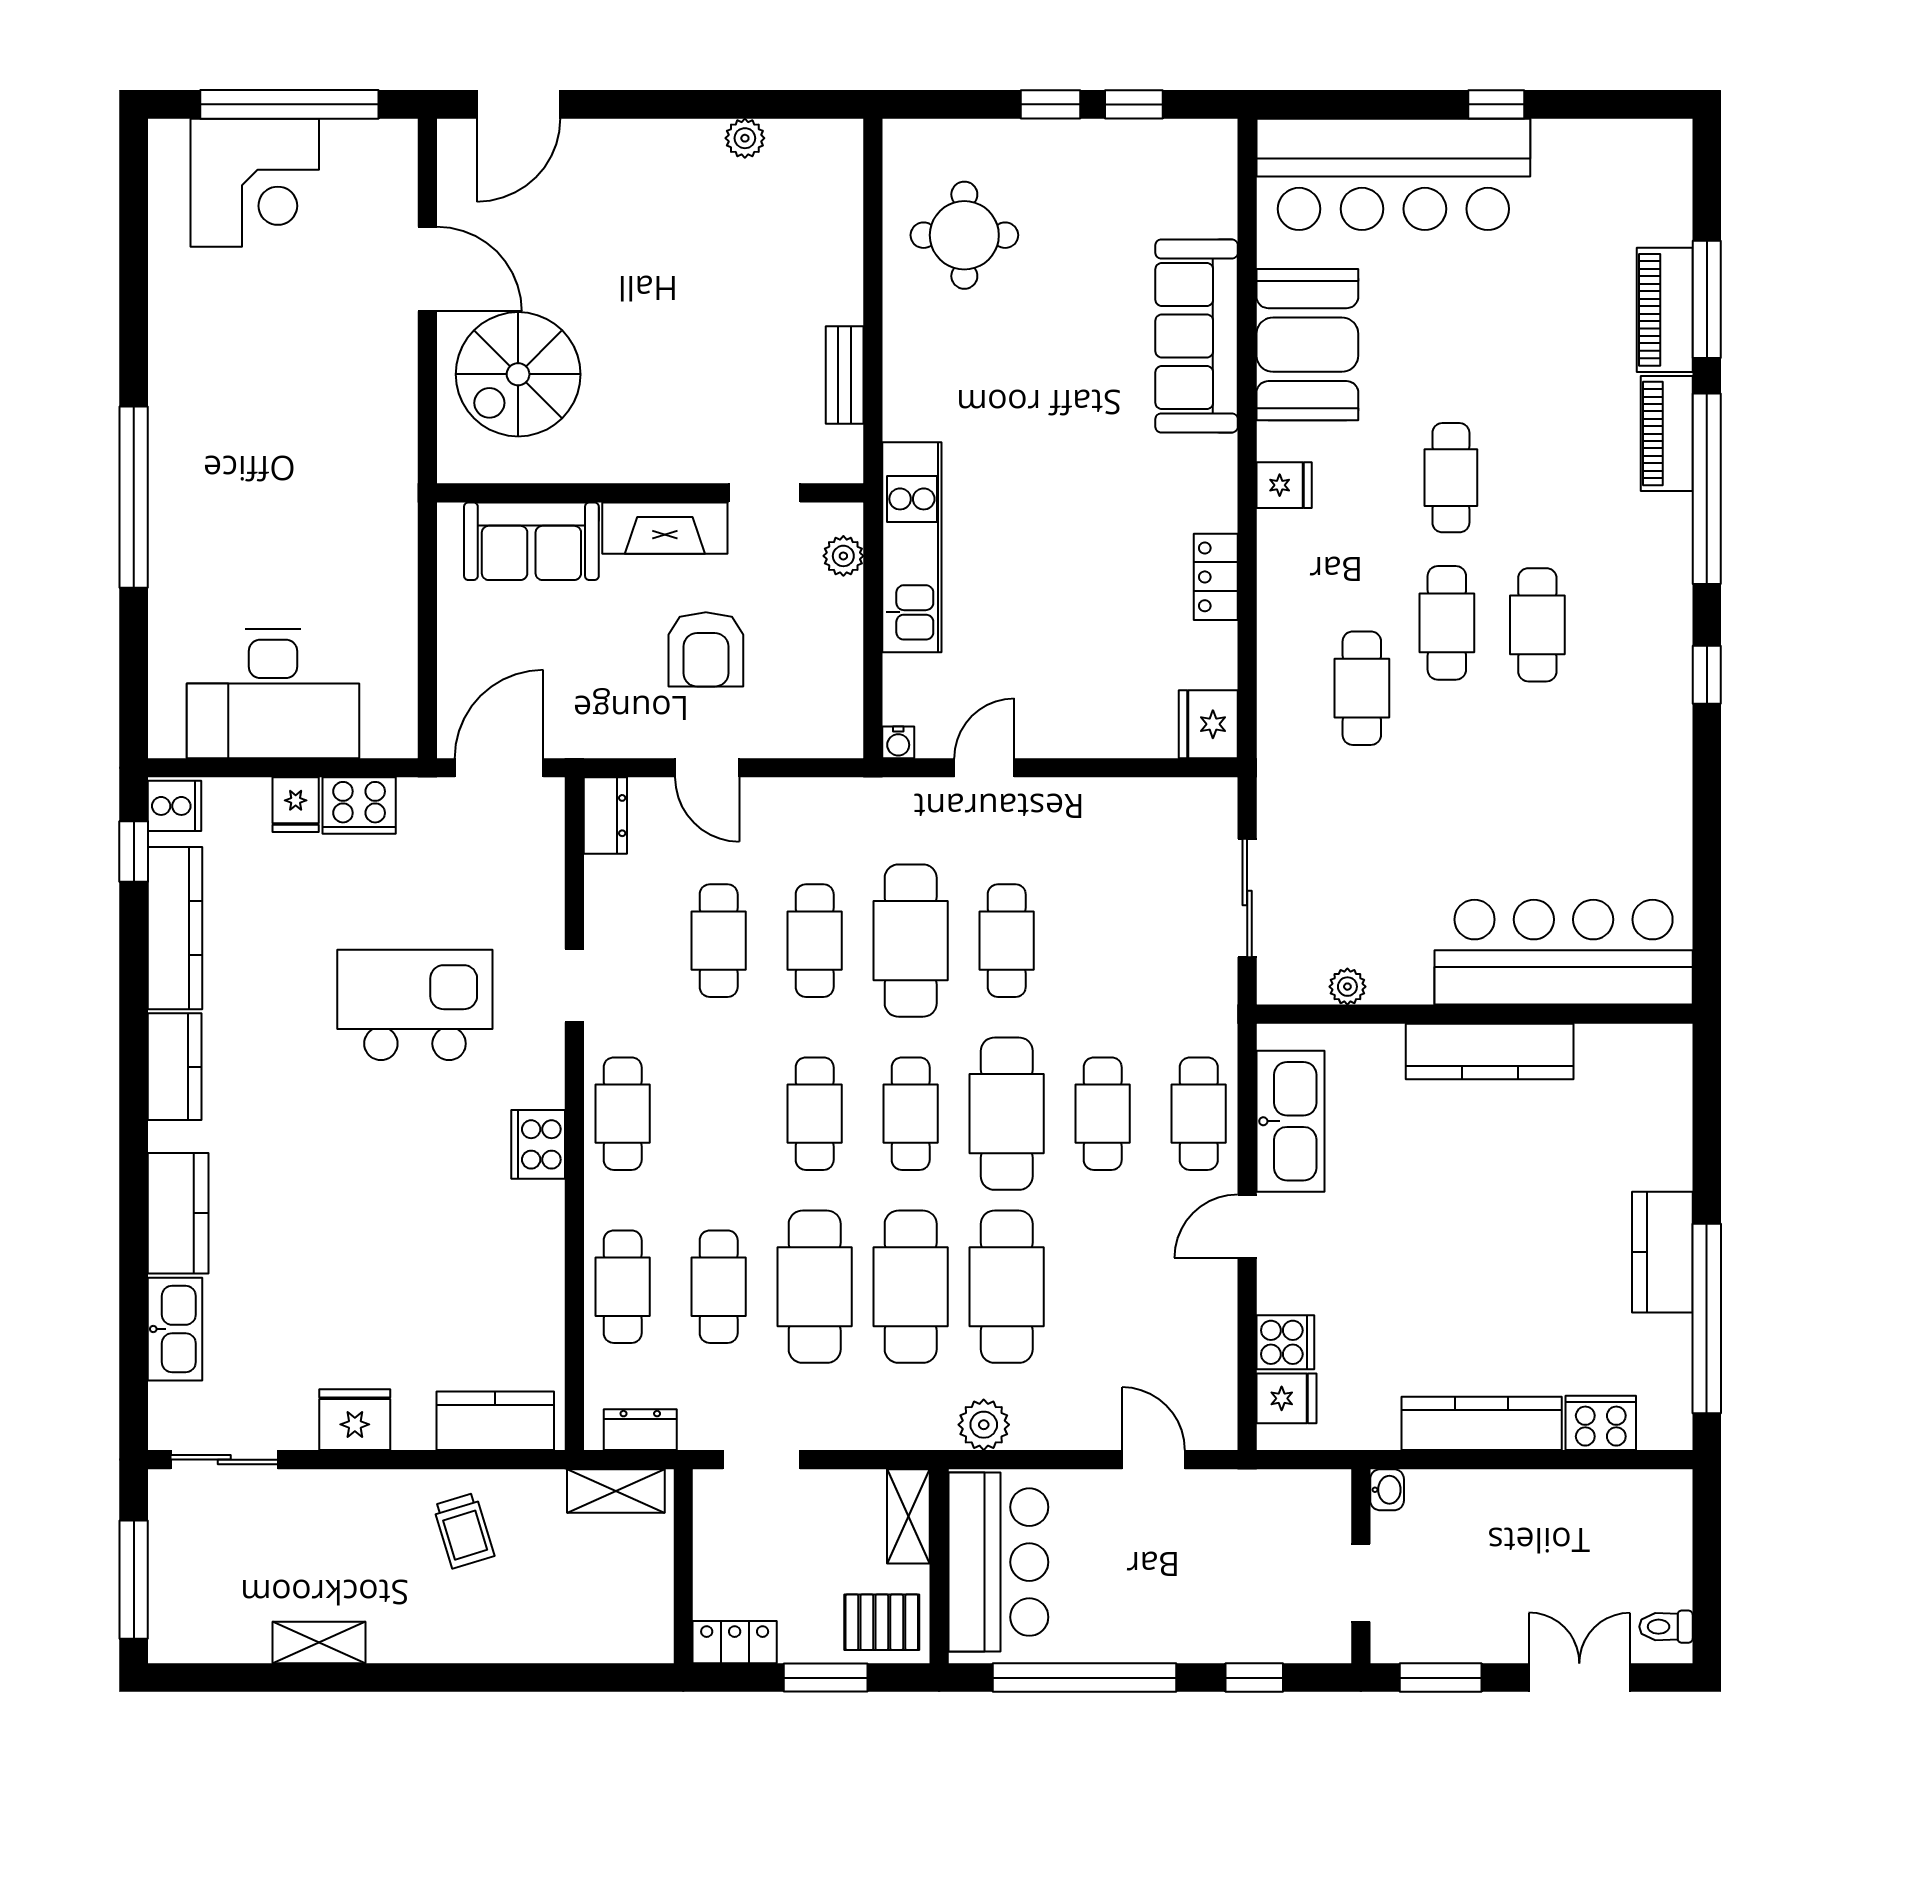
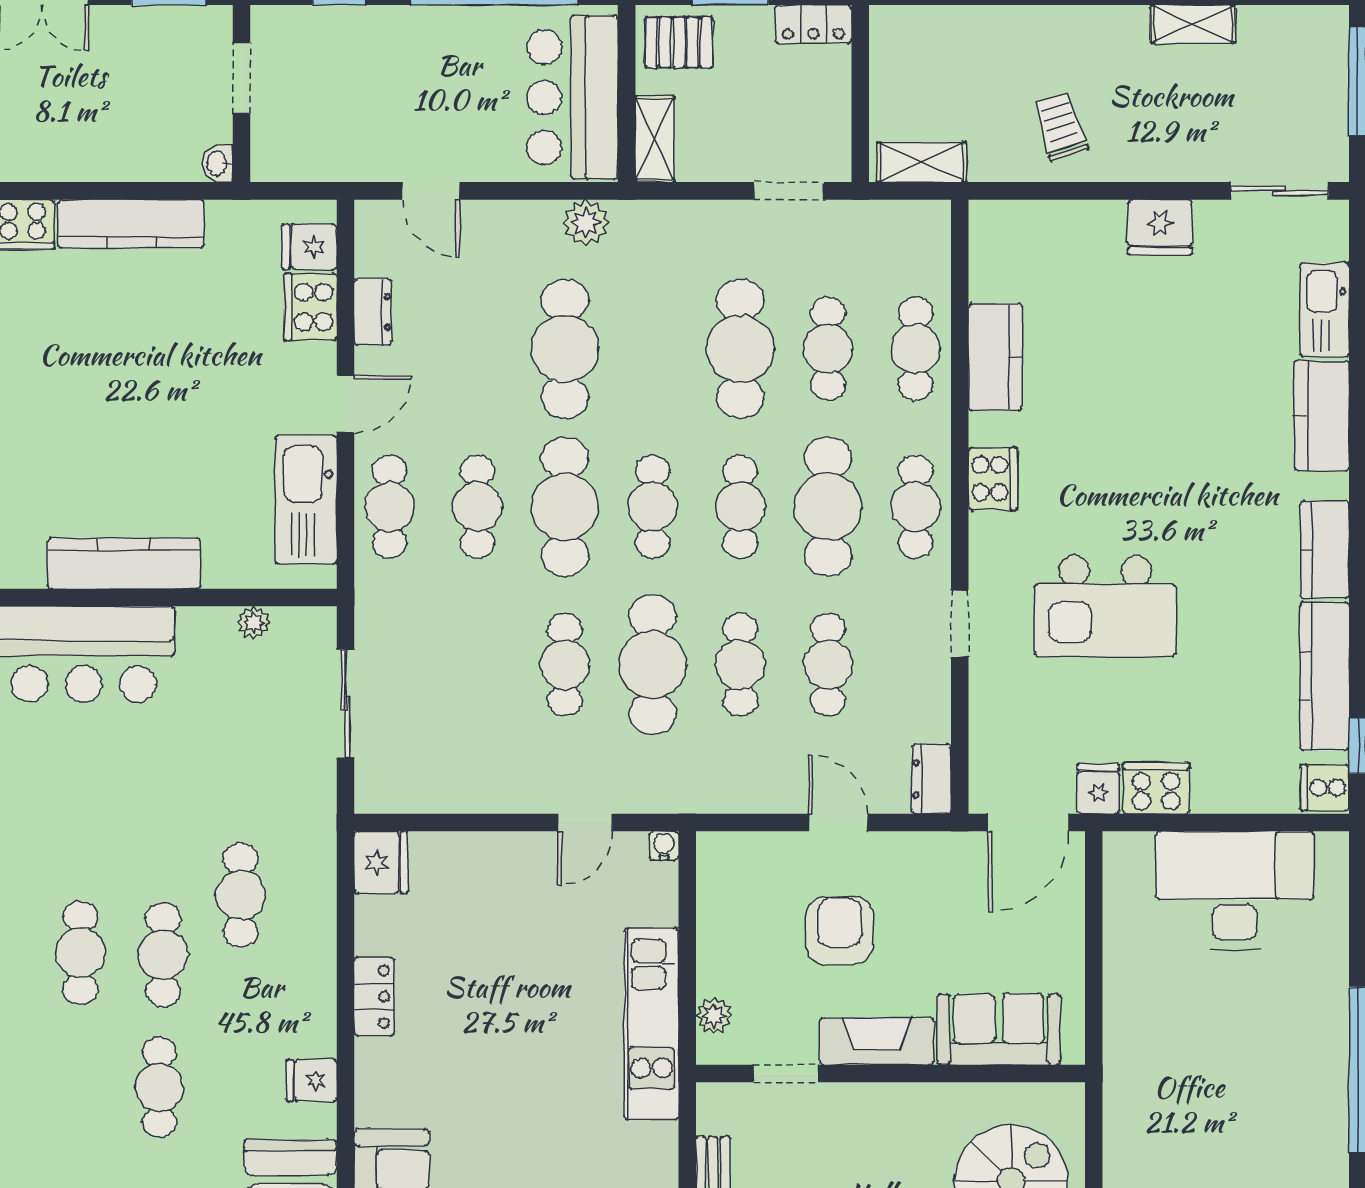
fridge: (296, 805) -> (1098, 789), moved
cafe table: (911, 1287) -> (828, 507), moved
cooker: (1285, 1342) -> (311, 307), width x1.36
kitchen counter: (495, 1421) -> (995, 357), moved, turned -90
dresser: (640, 1430) -> (373, 312), moved, turned -90

